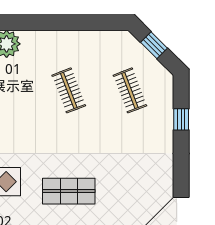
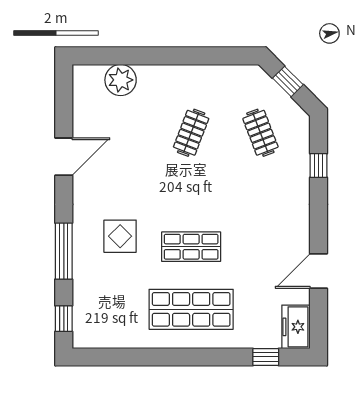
clothes rail: (69, 90) -> (191, 133), turned 42

